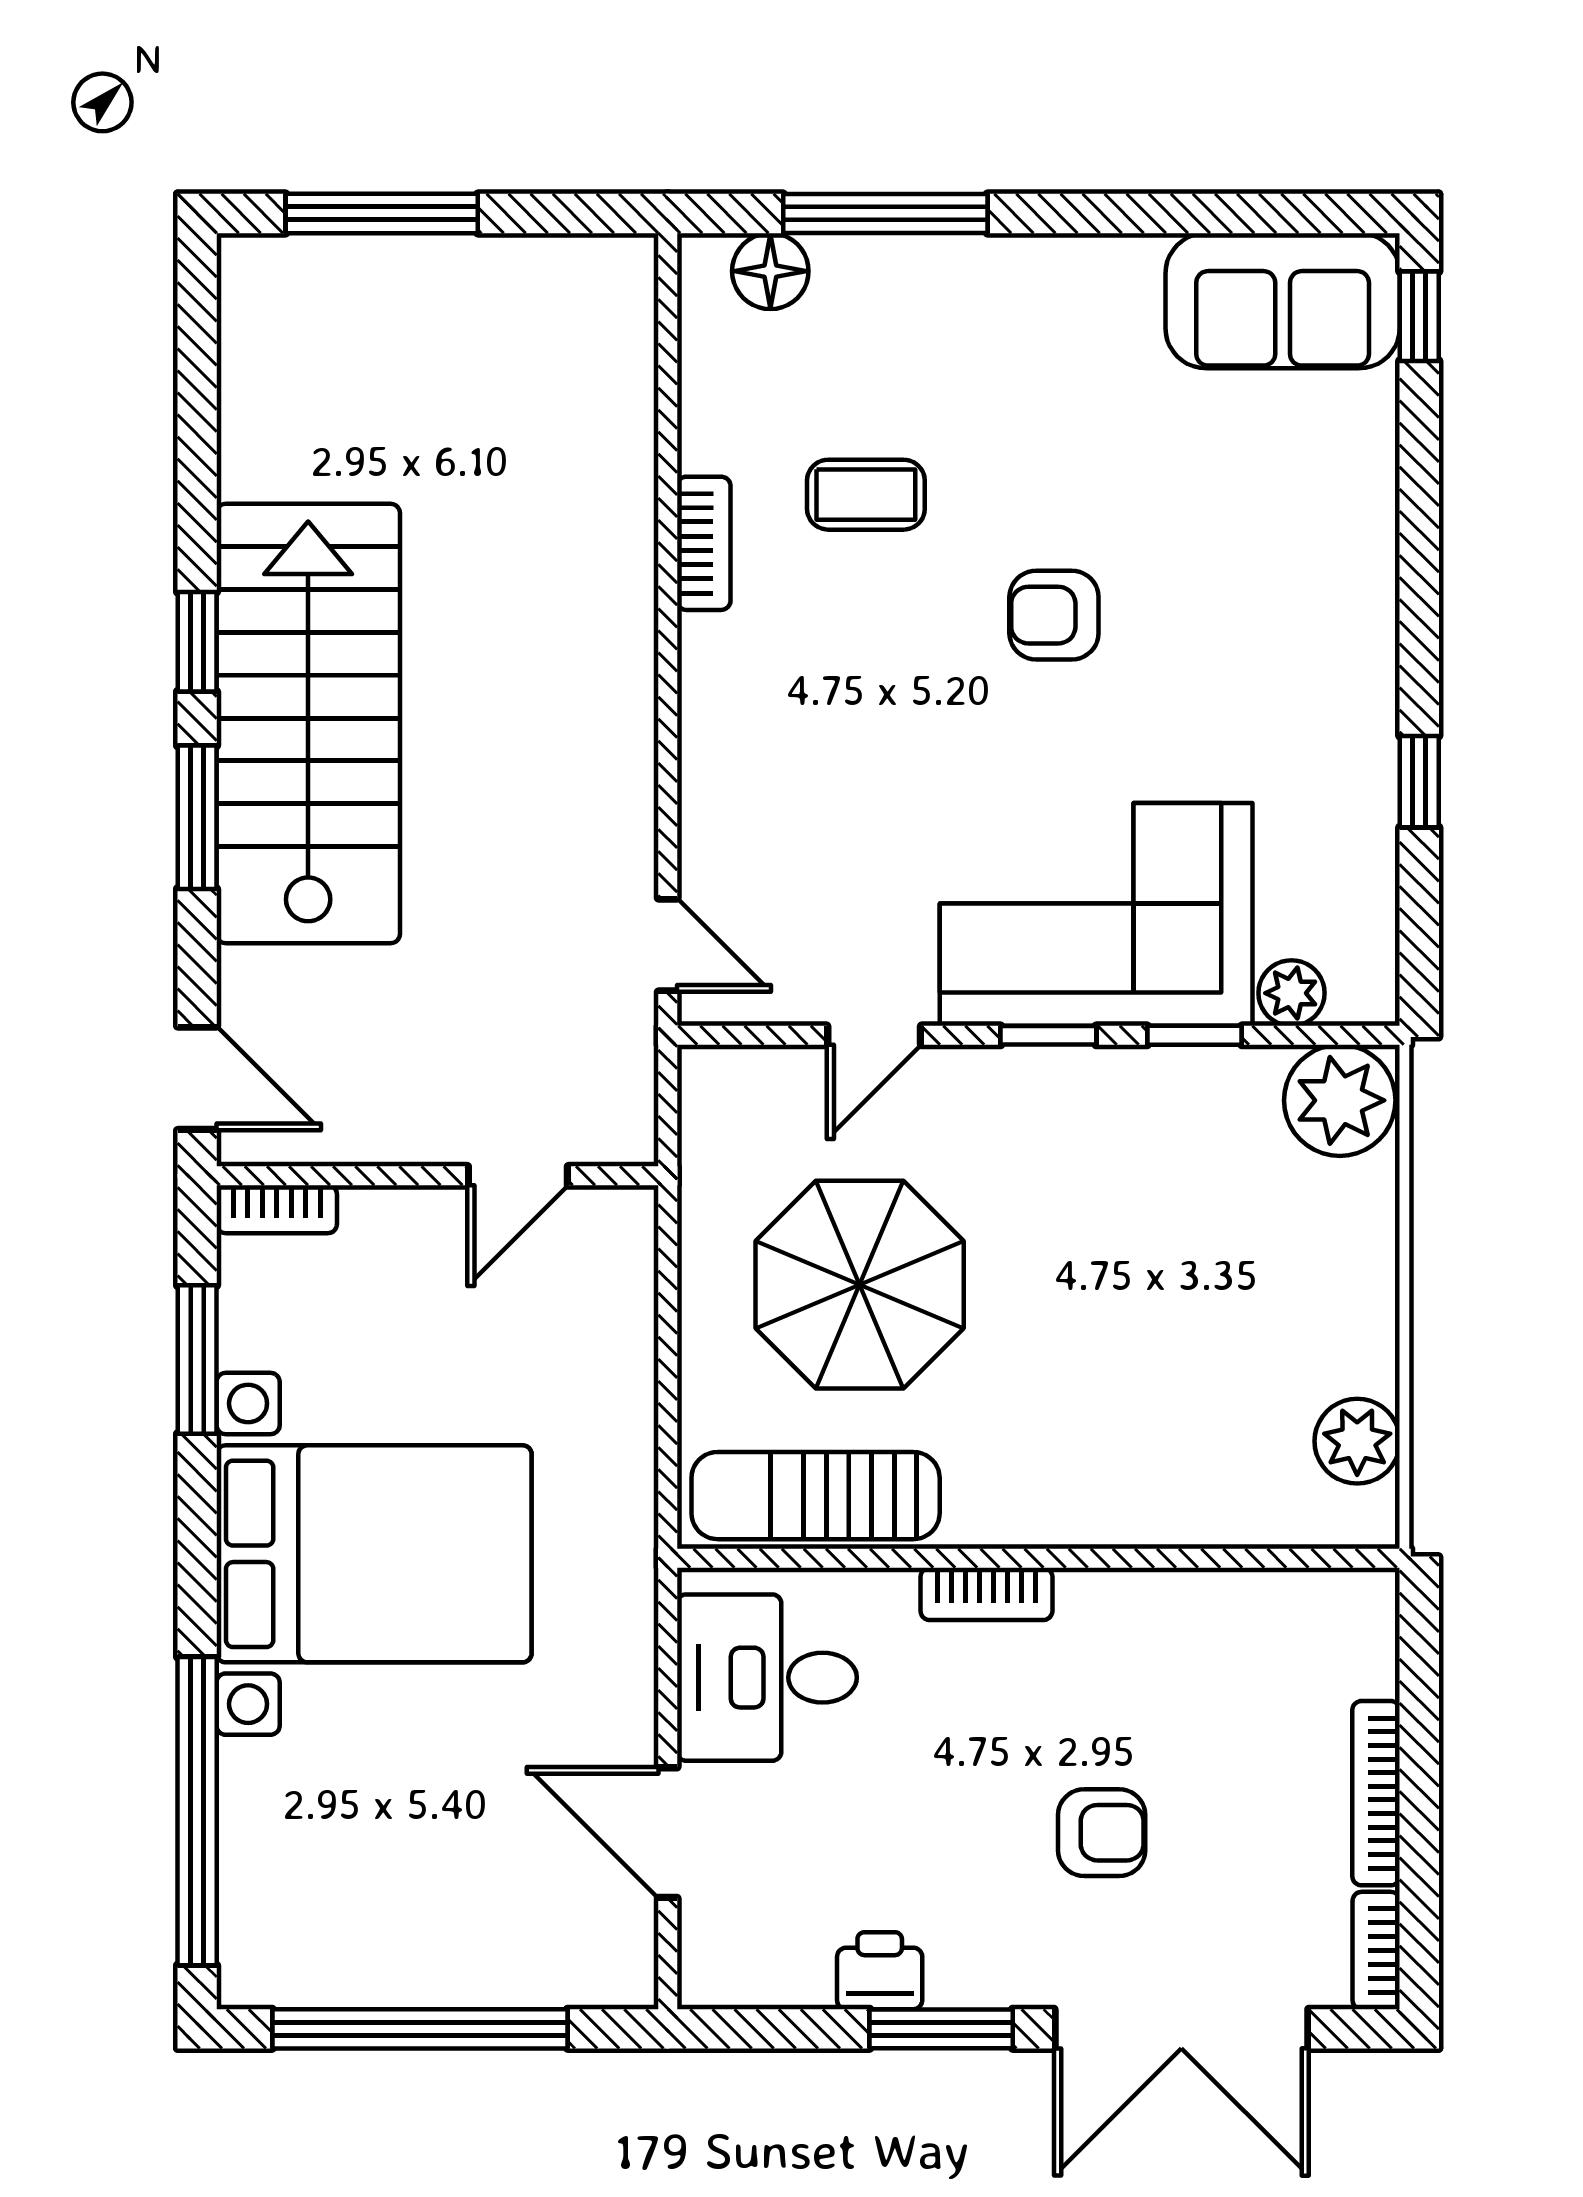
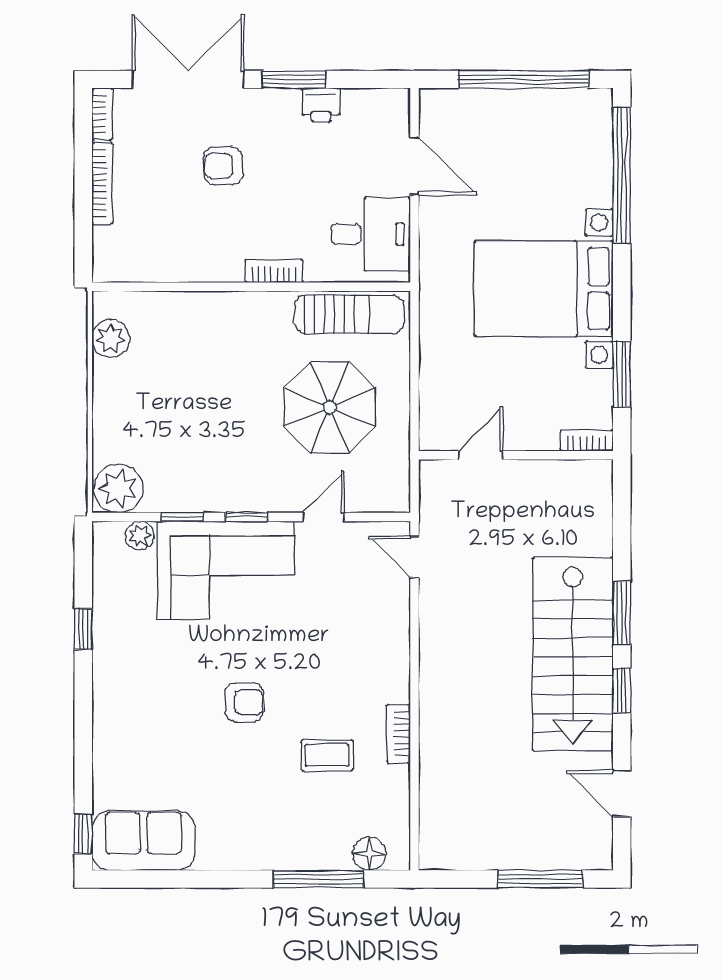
door: (197, 1078) -> (622, 794), moved

